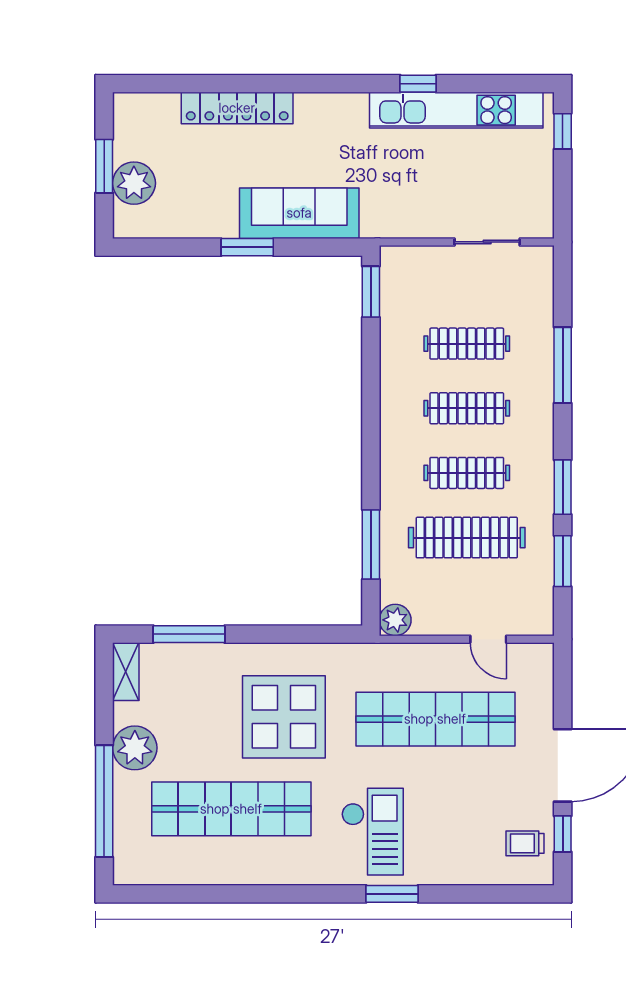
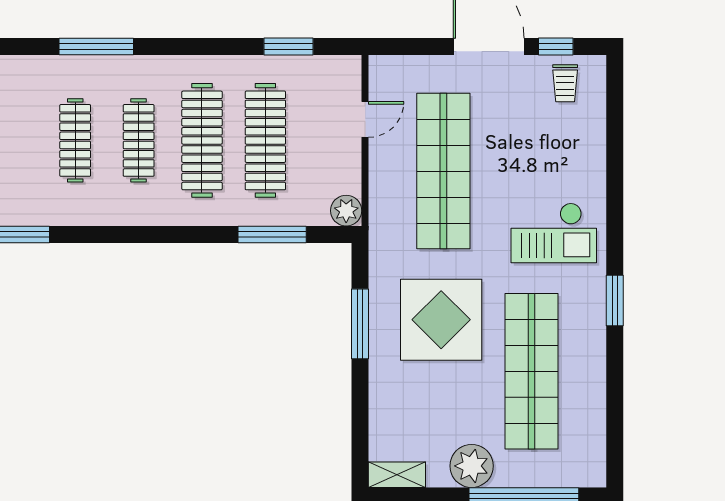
clothes rail: (467, 473) -> (202, 140), width x1.37, depth x1.31
window: (563, 487) -> (216, 46), removed
window: (189, 634) -> (360, 324), moved
checkout: (372, 832) -> (554, 233), turned 180
window: (392, 894) -> (615, 301), moved

